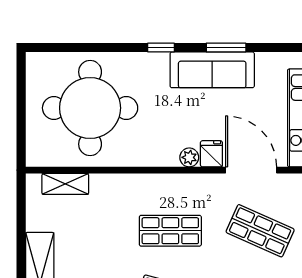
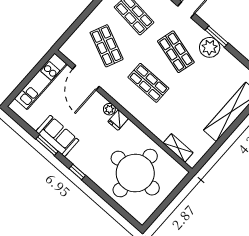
sofa: (212, 70) -> (57, 136), width x0.73
fridge: (211, 154) -> (118, 120), moved

